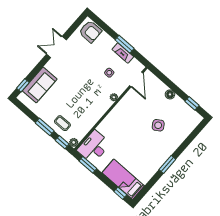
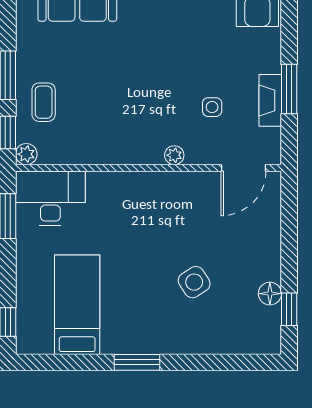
floor lamp: (170, 94) -> (270, 294), moved
bed: (123, 179) -> (77, 305), moved

